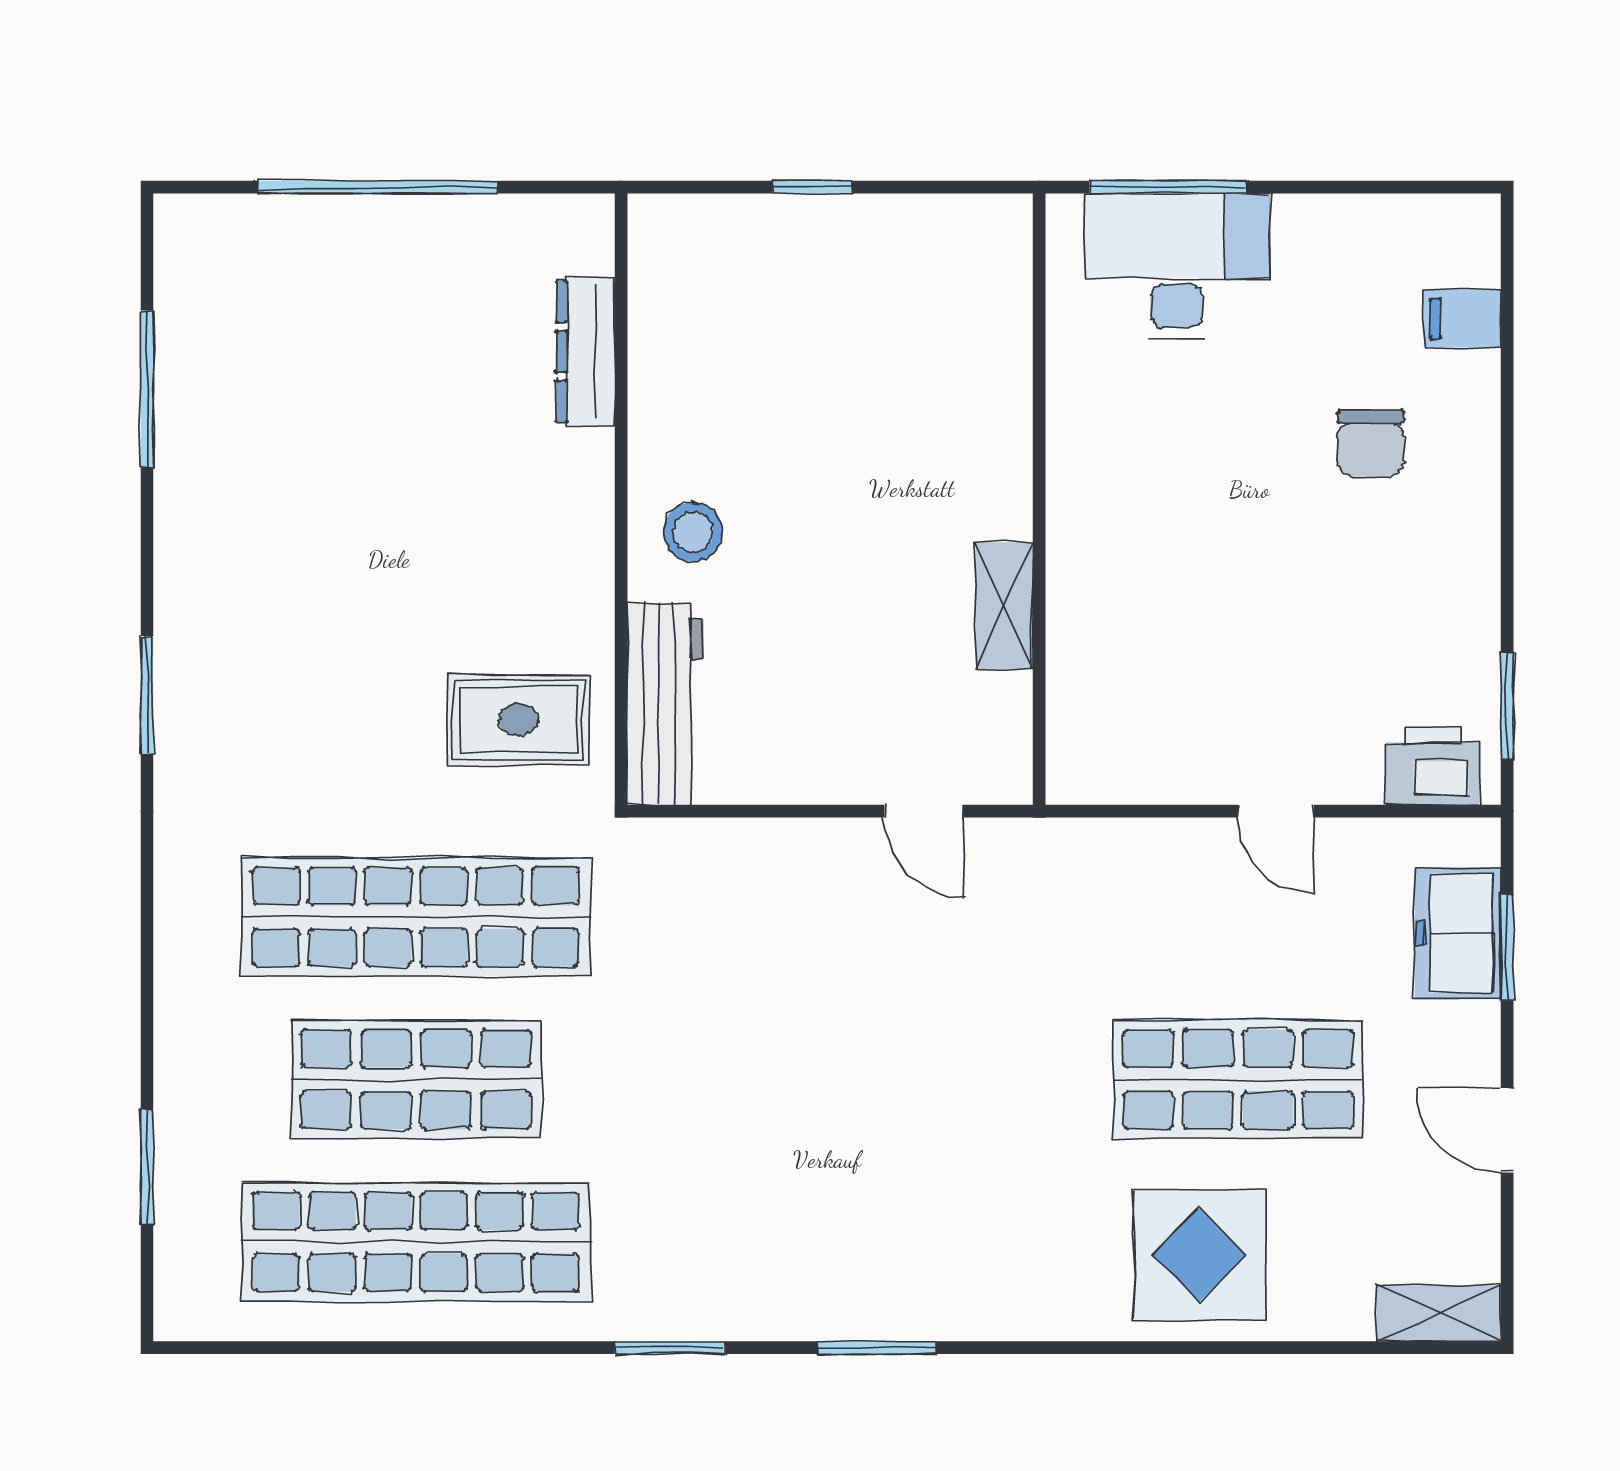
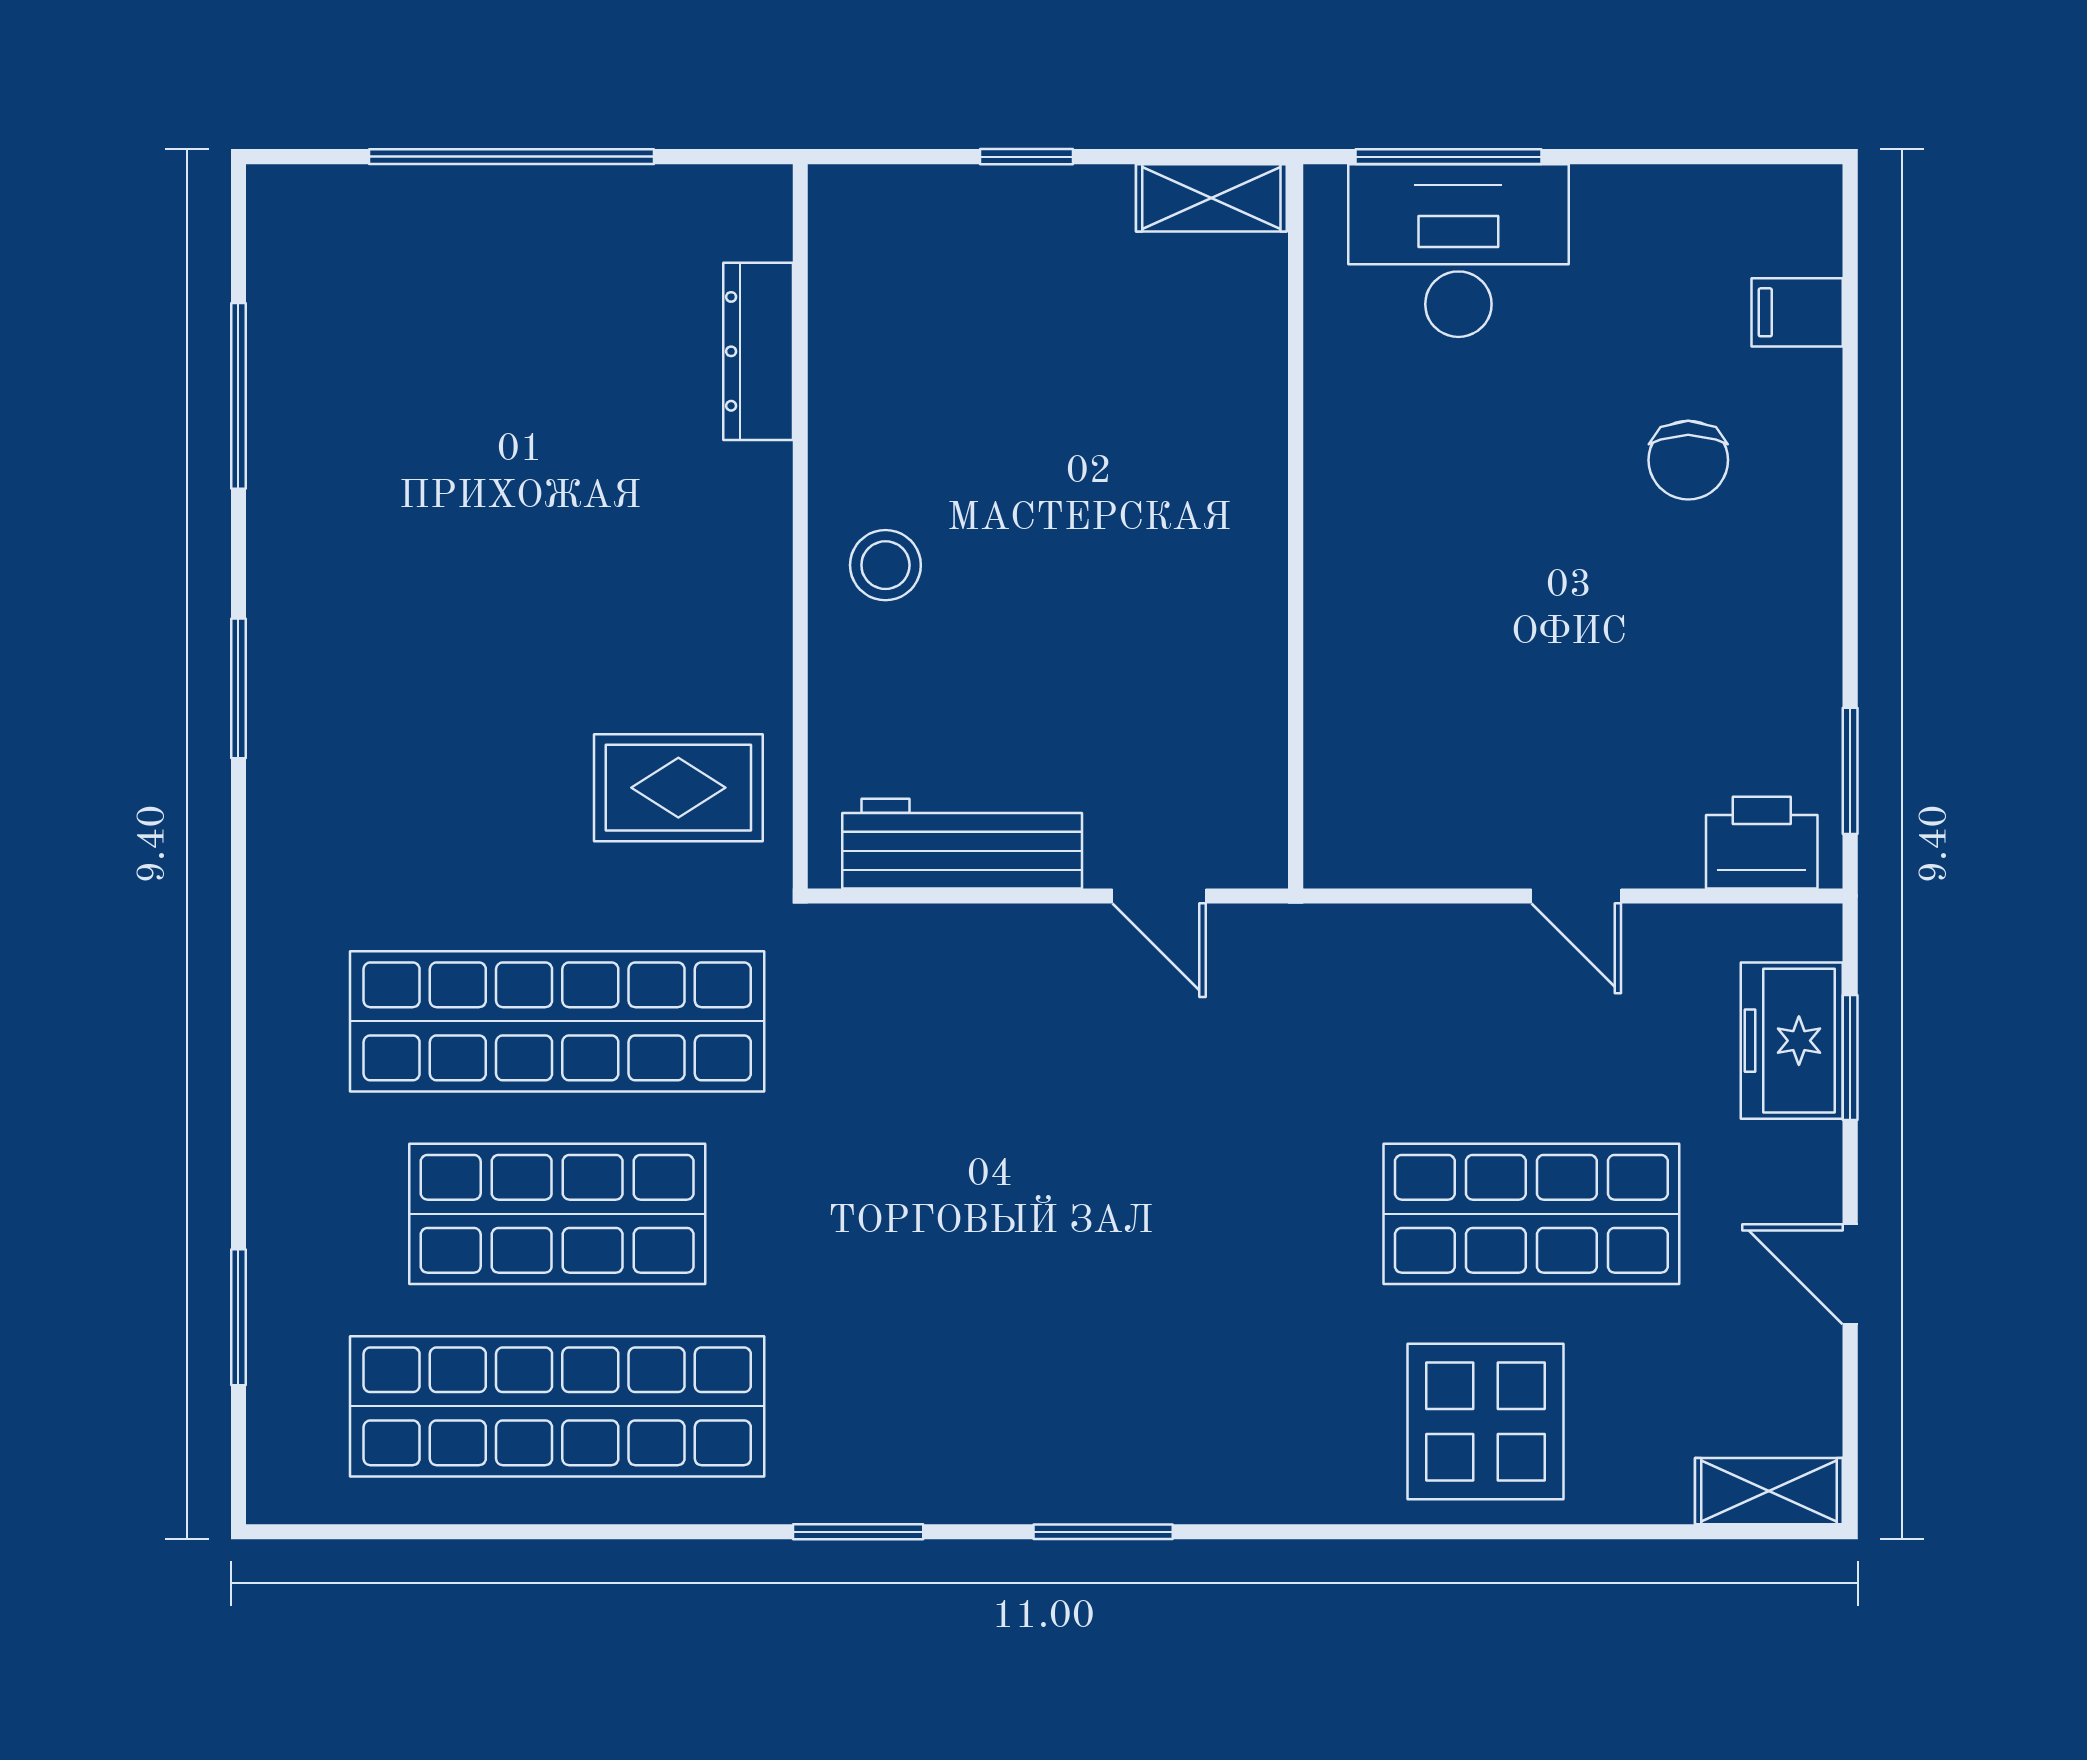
shelving: (1004, 606) -> (1211, 198), moved, turned 90
window: (147, 695) -> (238, 688), moved
workbench: (665, 704) -> (962, 844), moved, turned -90

